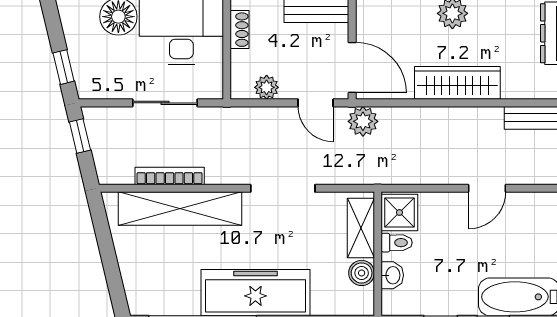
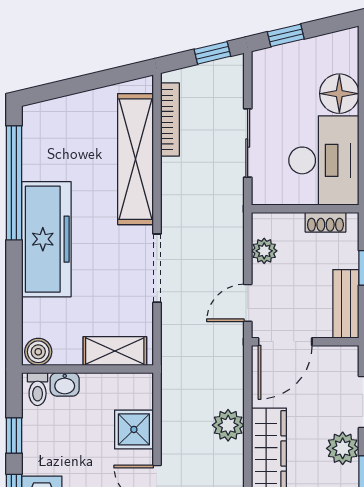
plant: (363, 121) -> (228, 425), moved
bookcase: (170, 176) -> (170, 120), moved
shower: (399, 213) -> (134, 429), moved
toilet: (397, 243) -> (38, 389), moved
boiler: (362, 273) -> (38, 352), moved

